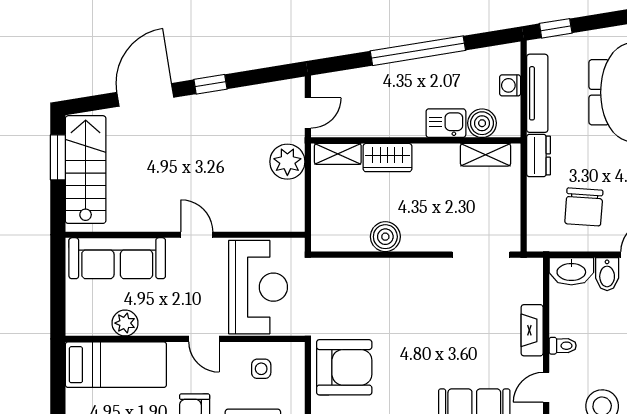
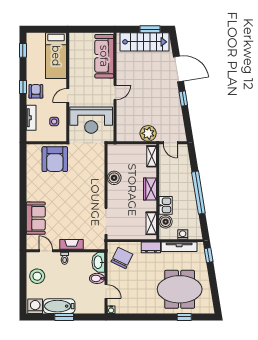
wardrobe: (387, 158) -> (150, 189), moved
chair: (584, 207) -> (122, 258), moved, turned 112
plant: (125, 323) -> (75, 60), removed

